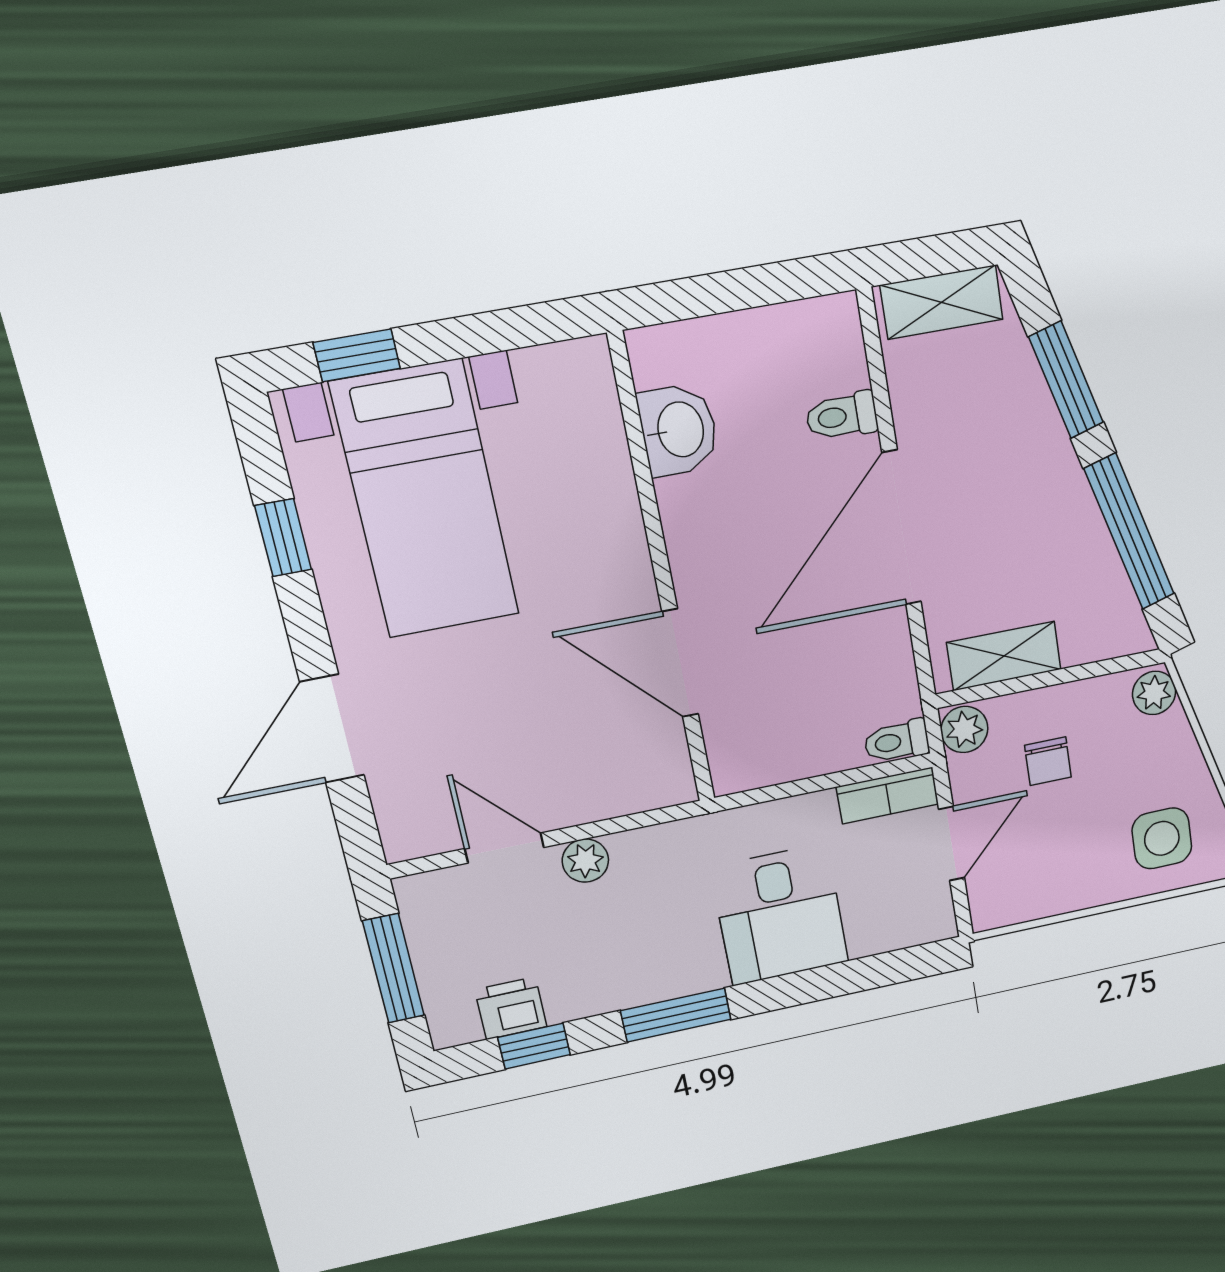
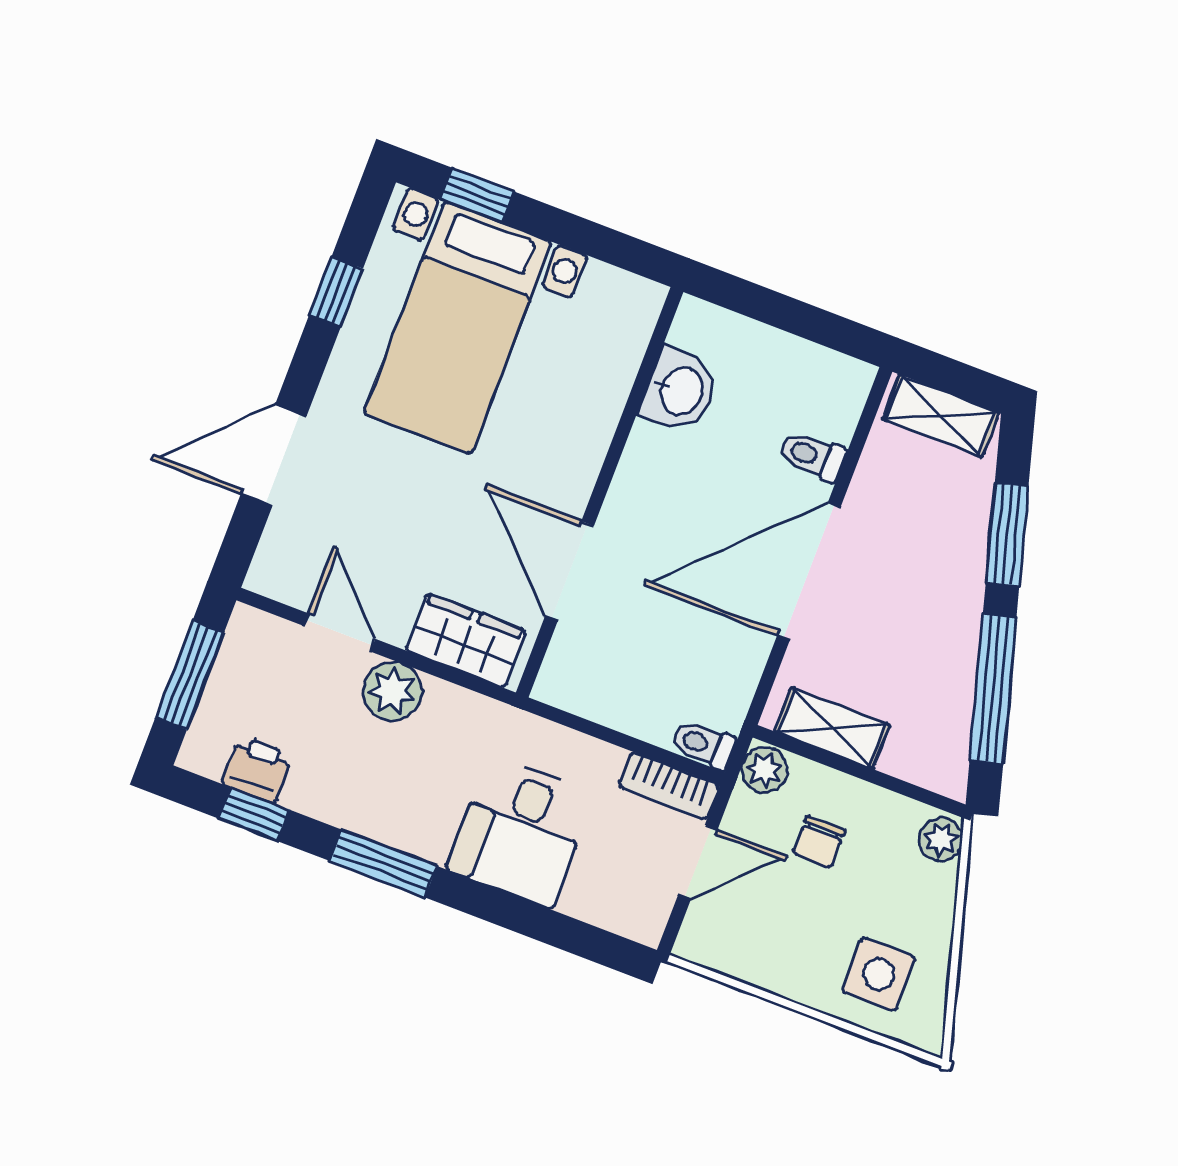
wardrobe: (625, 784) -> (466, 640), added
plant: (585, 861) -> (392, 691), width x1.38, depth x1.38

